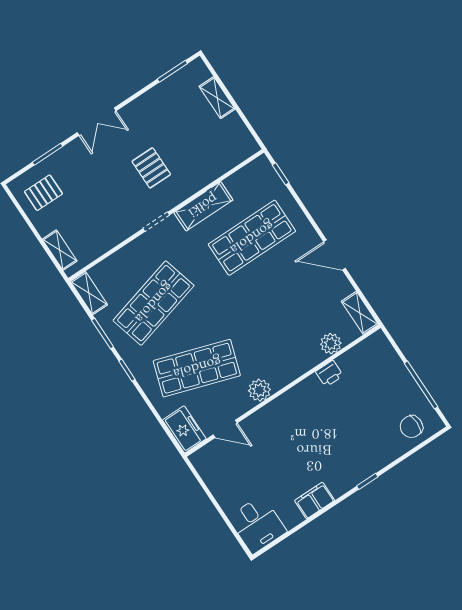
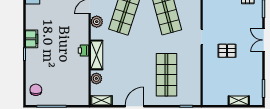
shelving: (203, 206) -> (97, 55), moved
printer: (329, 374) -> (83, 50), moved
plant: (259, 390) -> (97, 22), moved
filing cabinet: (315, 500) -> (32, 39), moved

